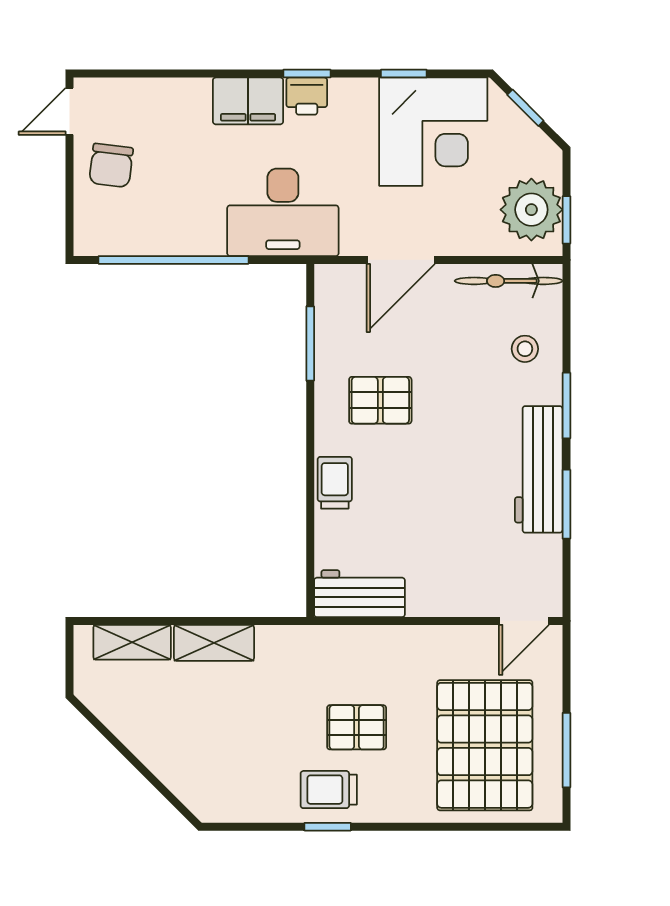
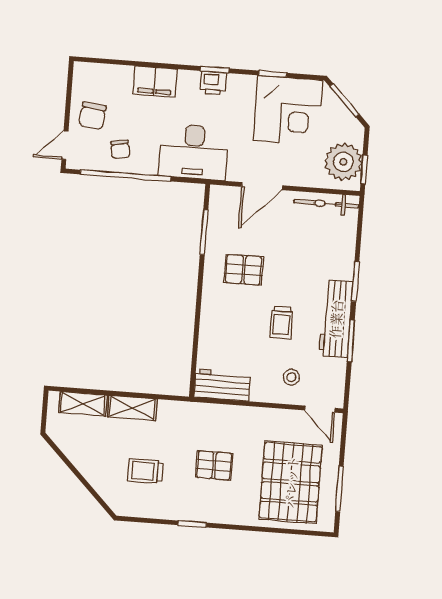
filing cabinet: (248, 101) -> (155, 82), moved
window: (525, 108) -> (344, 100), width x1.50
door: (70, 111) -> (65, 145), moved
chair: (161, 217) -> (120, 149), added
stool: (525, 349) -> (291, 377), moved
trolley: (335, 483) -> (281, 322), moved, turned 180
door: (524, 621) -> (320, 409), hinge flipped
trolley: (329, 790) -> (145, 471), moved

